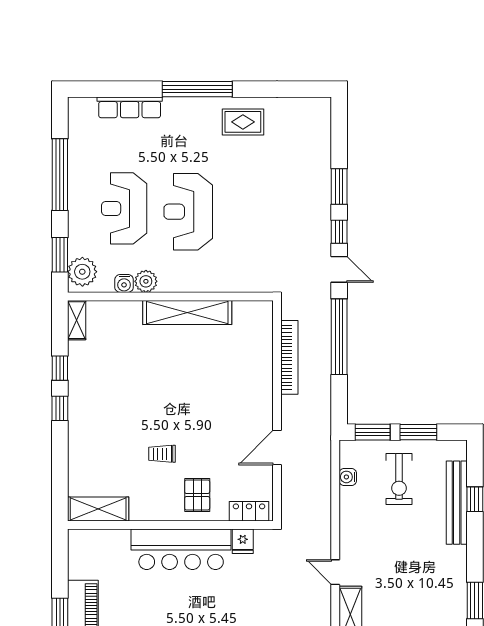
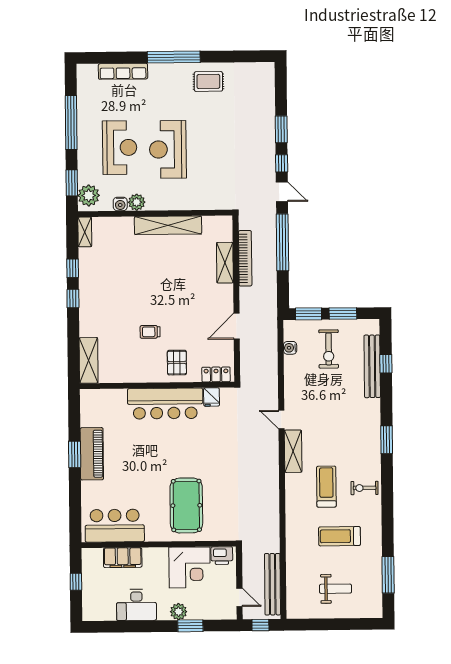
reception desk: (124, 208) -> (120, 148), turned 180
shelving: (262, 363) -> (225, 263), added
shelving: (98, 509) -> (89, 360), moved, turned 90

